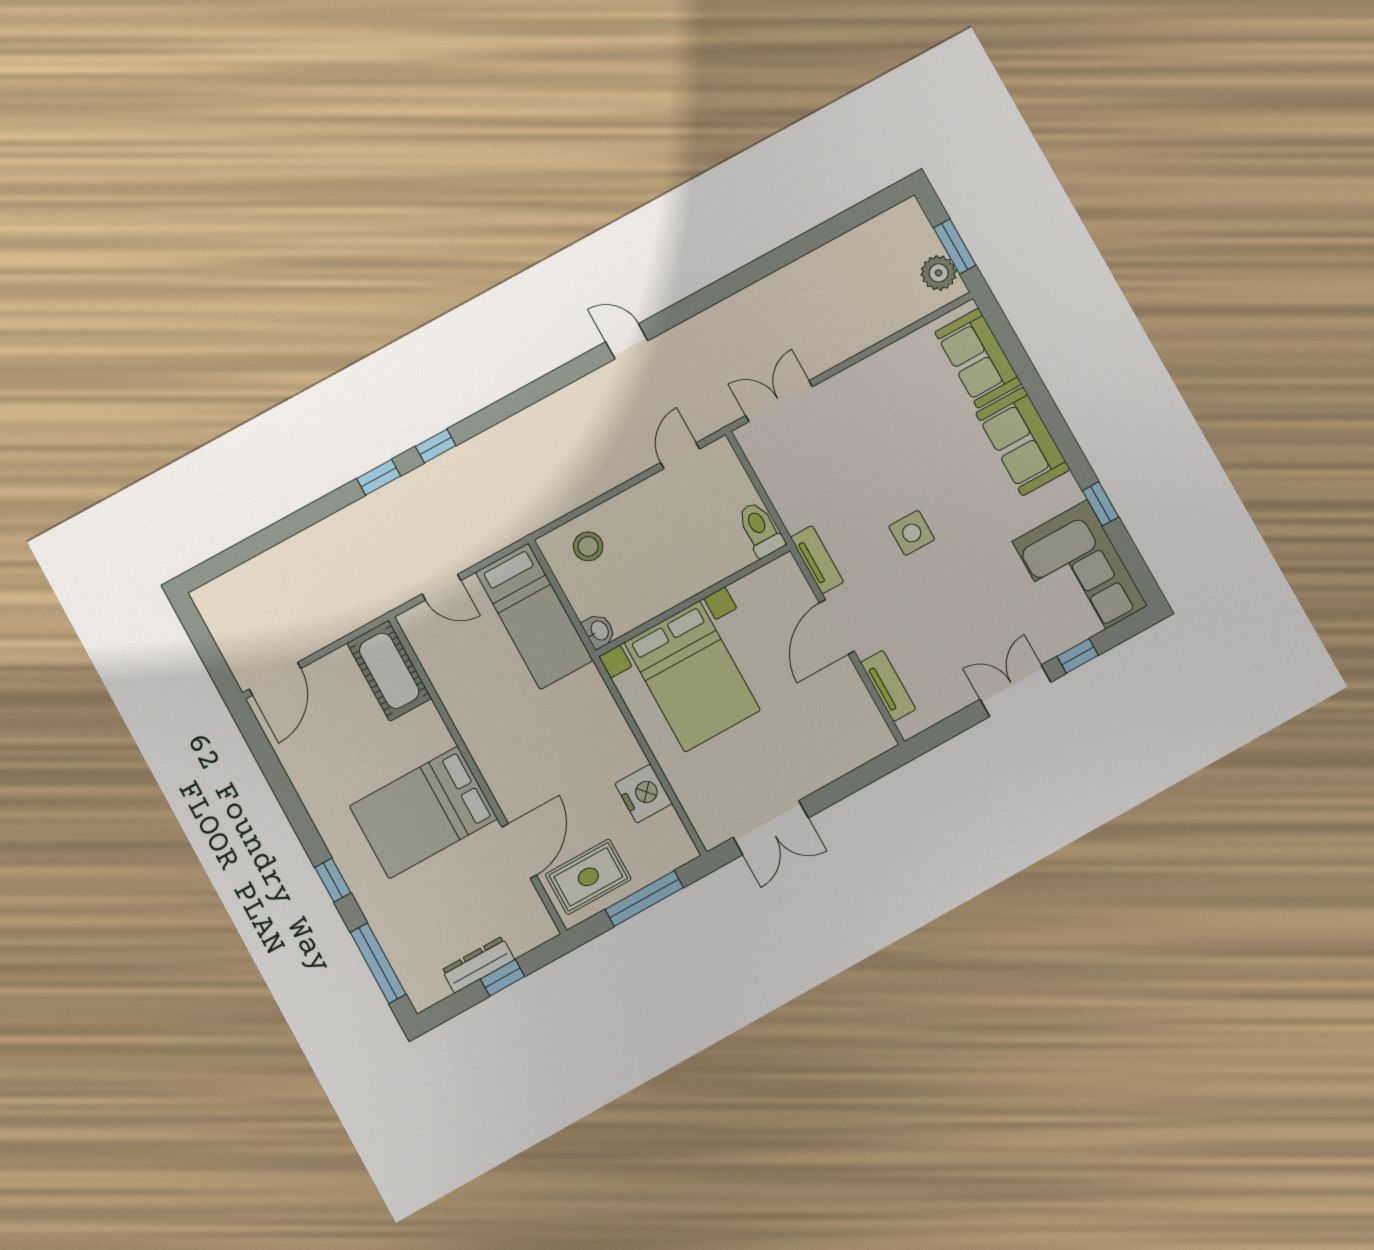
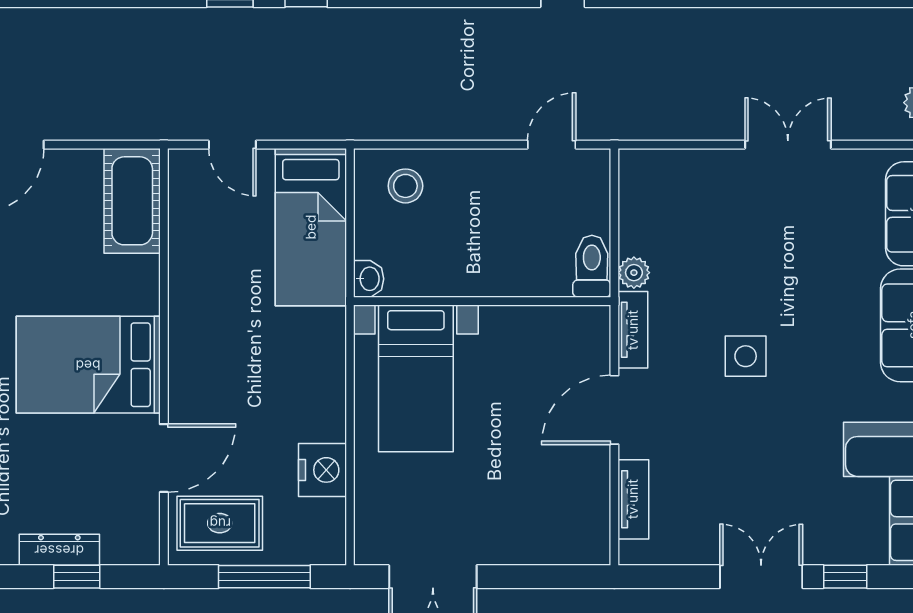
double door: (779, 401) -> (788, 145), moved
plant: (794, 517) -> (634, 273), added
bed with nightstands: (692, 676) -> (416, 378), width x0.73

